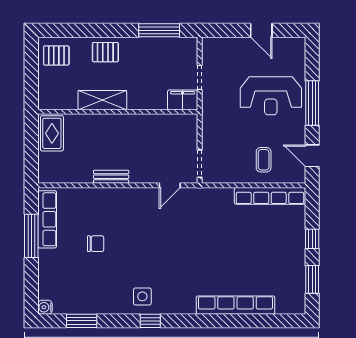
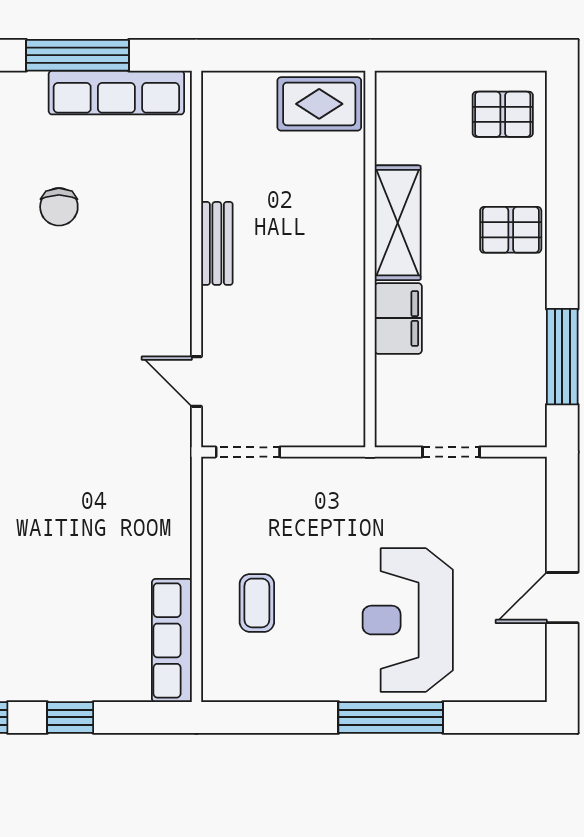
pallet: (105, 52) -> (511, 230), turned 90
pallet: (56, 55) -> (503, 114), turned 90
filing cabinet: (183, 100) -> (398, 318), moved
door: (312, 156) -> (266, 717), removed
coffee table: (264, 160) -> (257, 603), turned 90
row of seats: (270, 196) -> (172, 640), width x0.73

